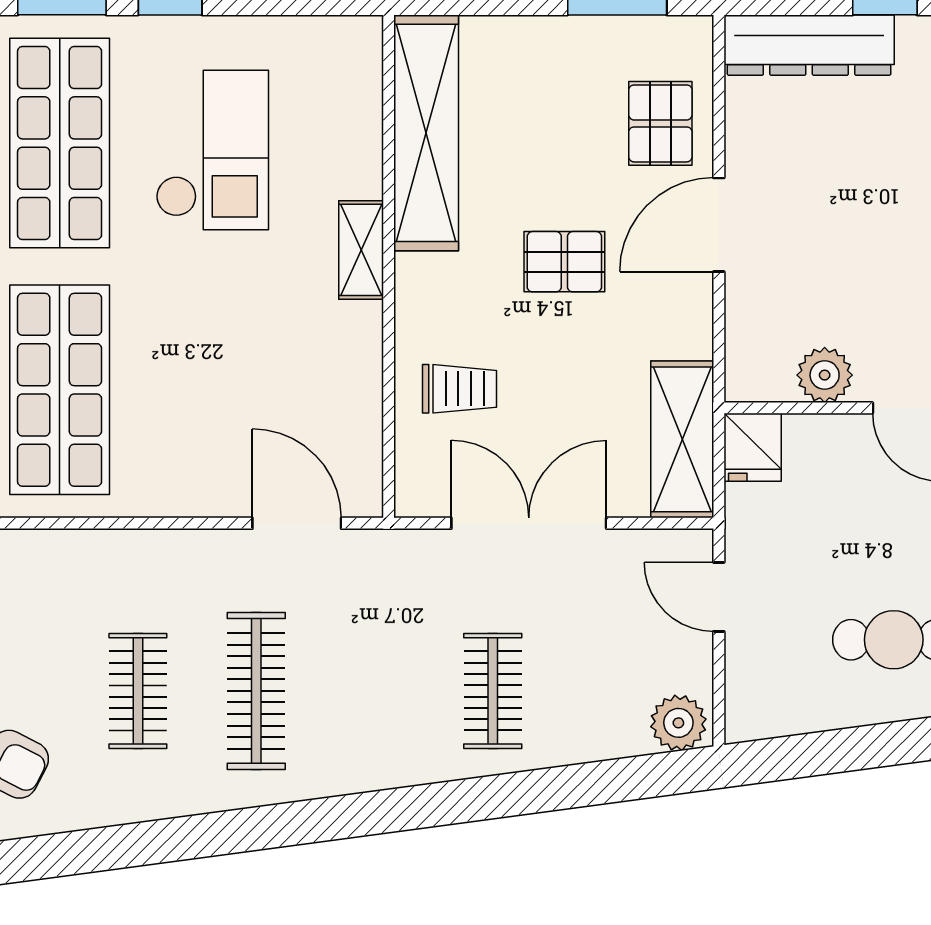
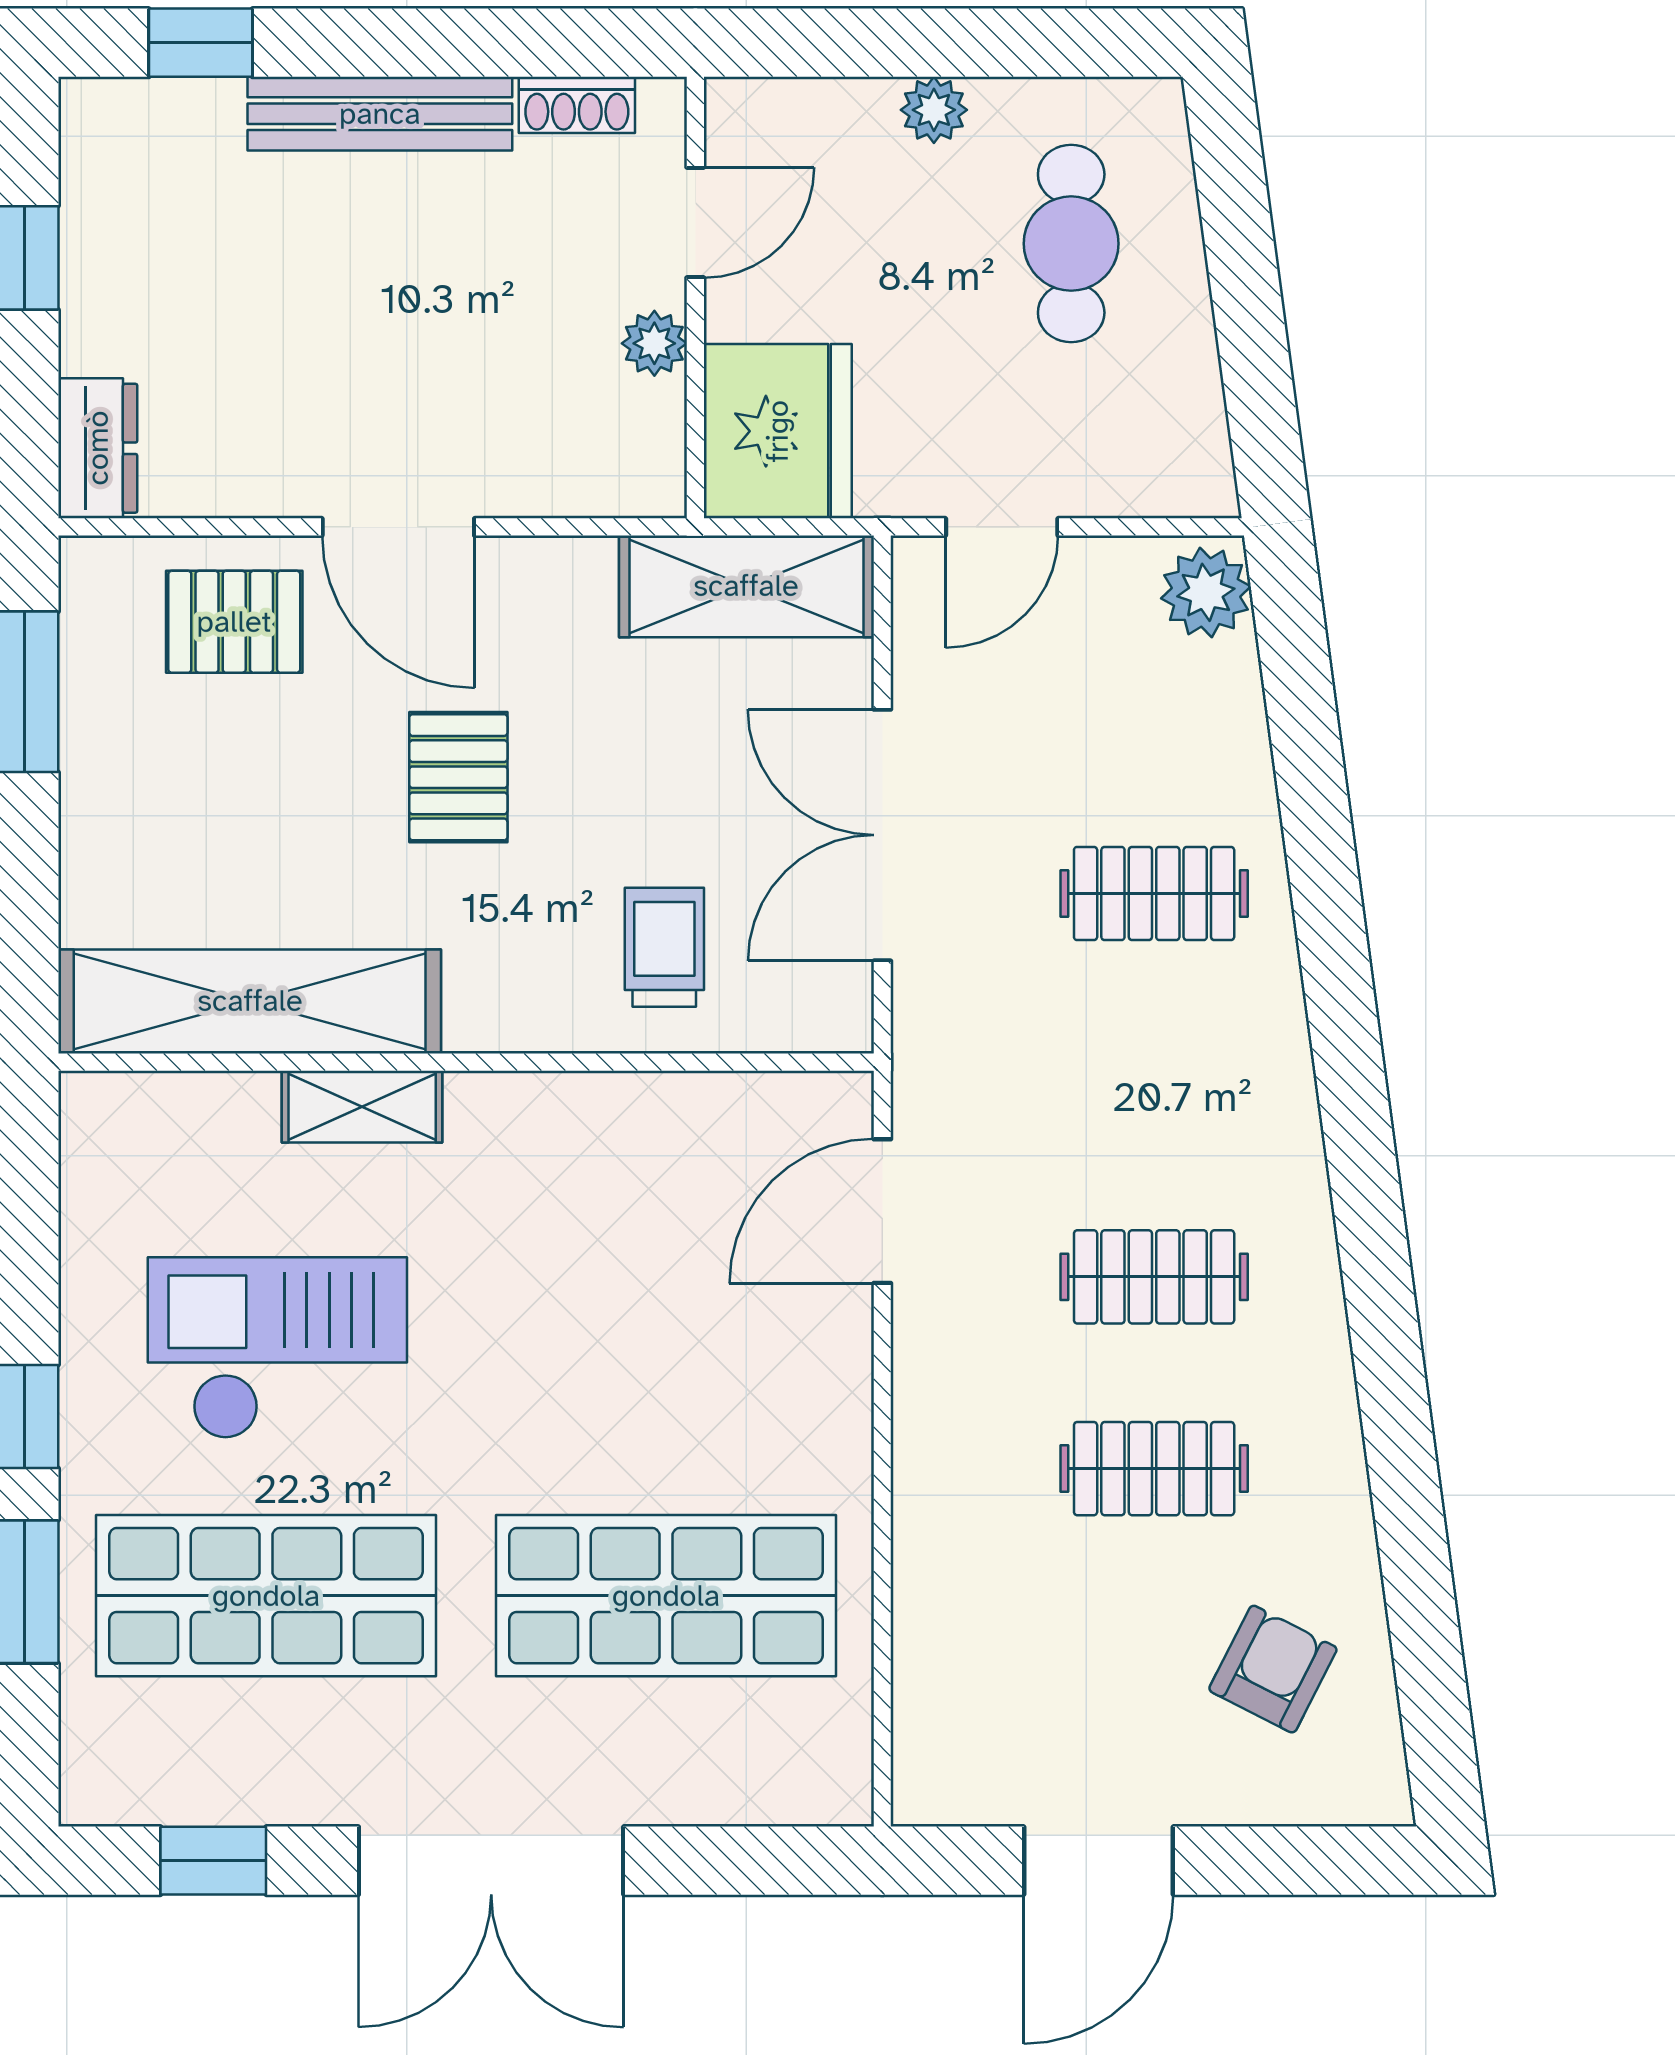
dresser: (809, 45) -> (98, 448), width x0.51, depth x0.80
shelving: (361, 250) -> (362, 1107), moved
plant: (825, 375) -> (654, 343), width x0.73, depth x0.73
fridge: (753, 447) -> (778, 431), width x1.88, depth x1.34
clothes rail: (256, 691) -> (1154, 1277), width x0.73

